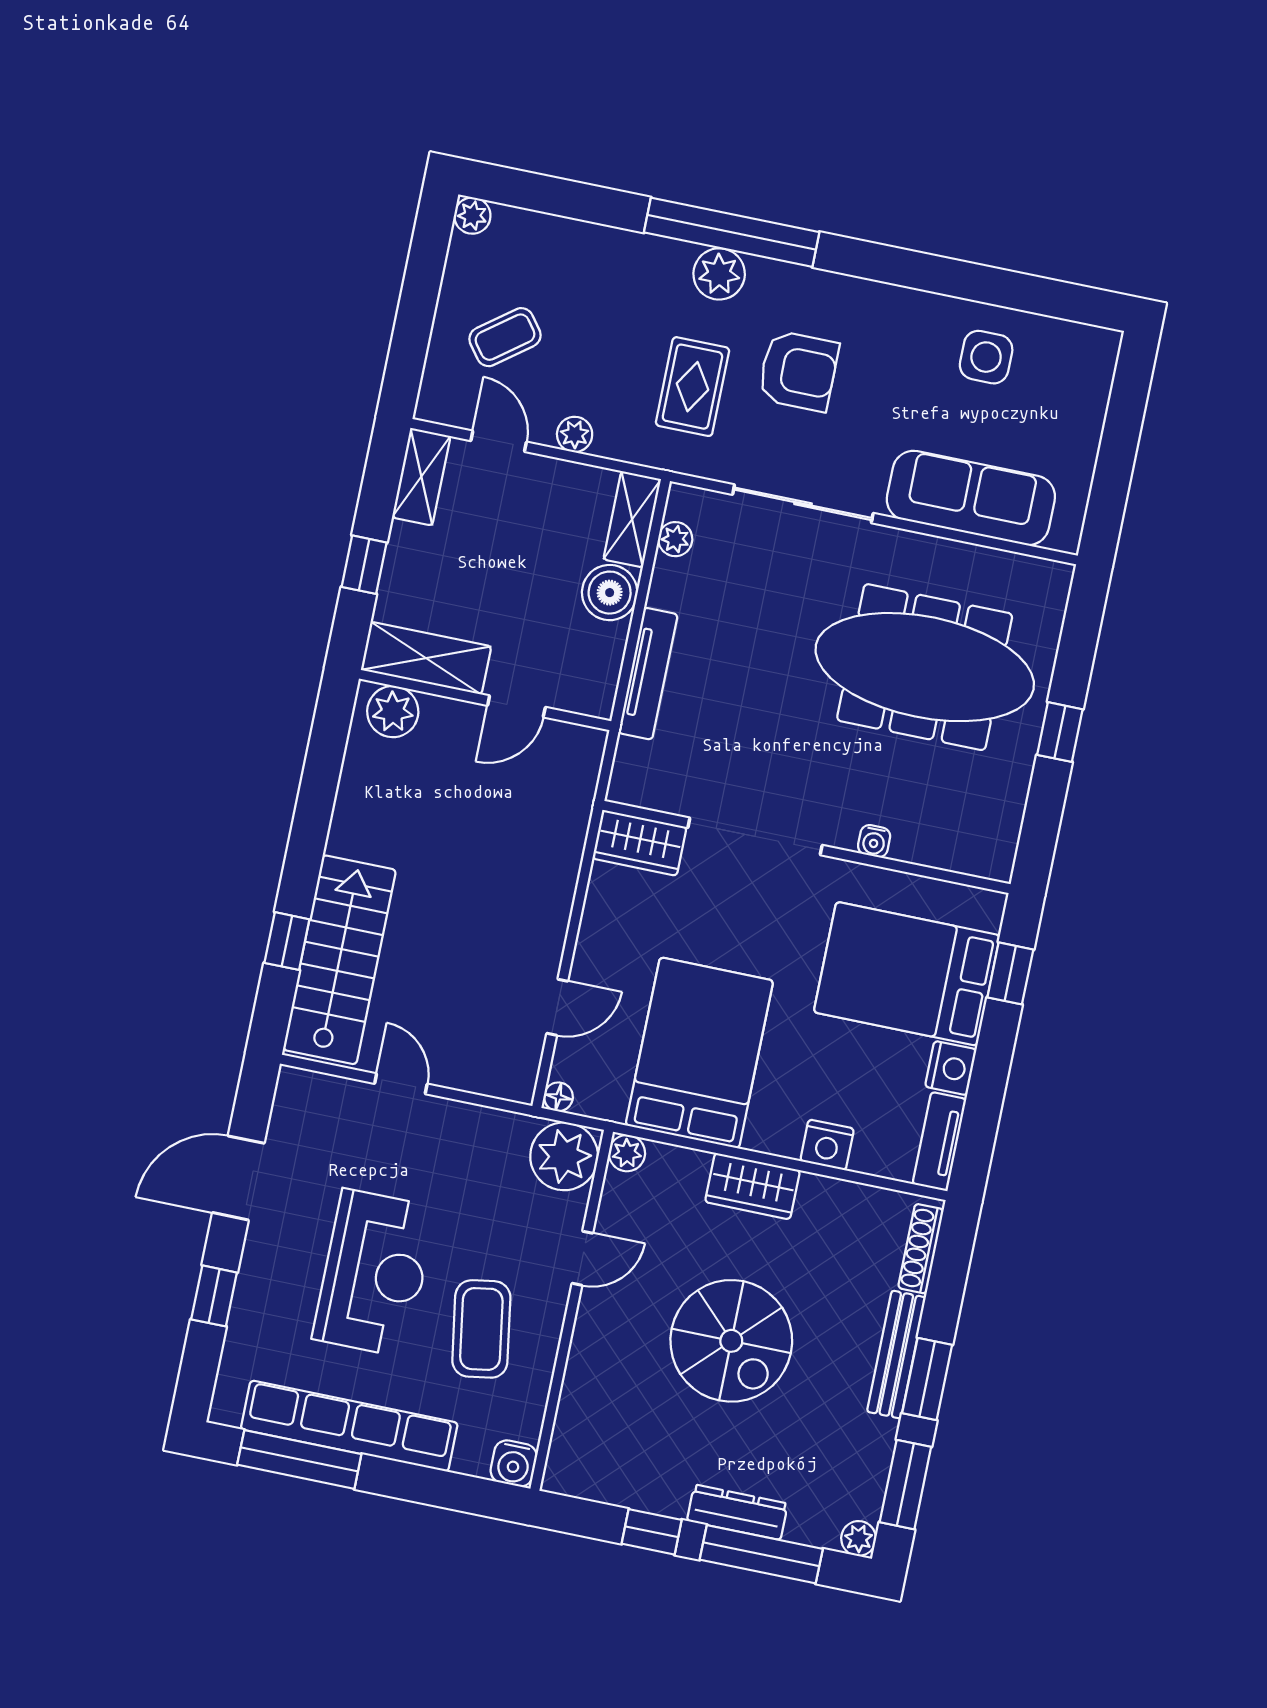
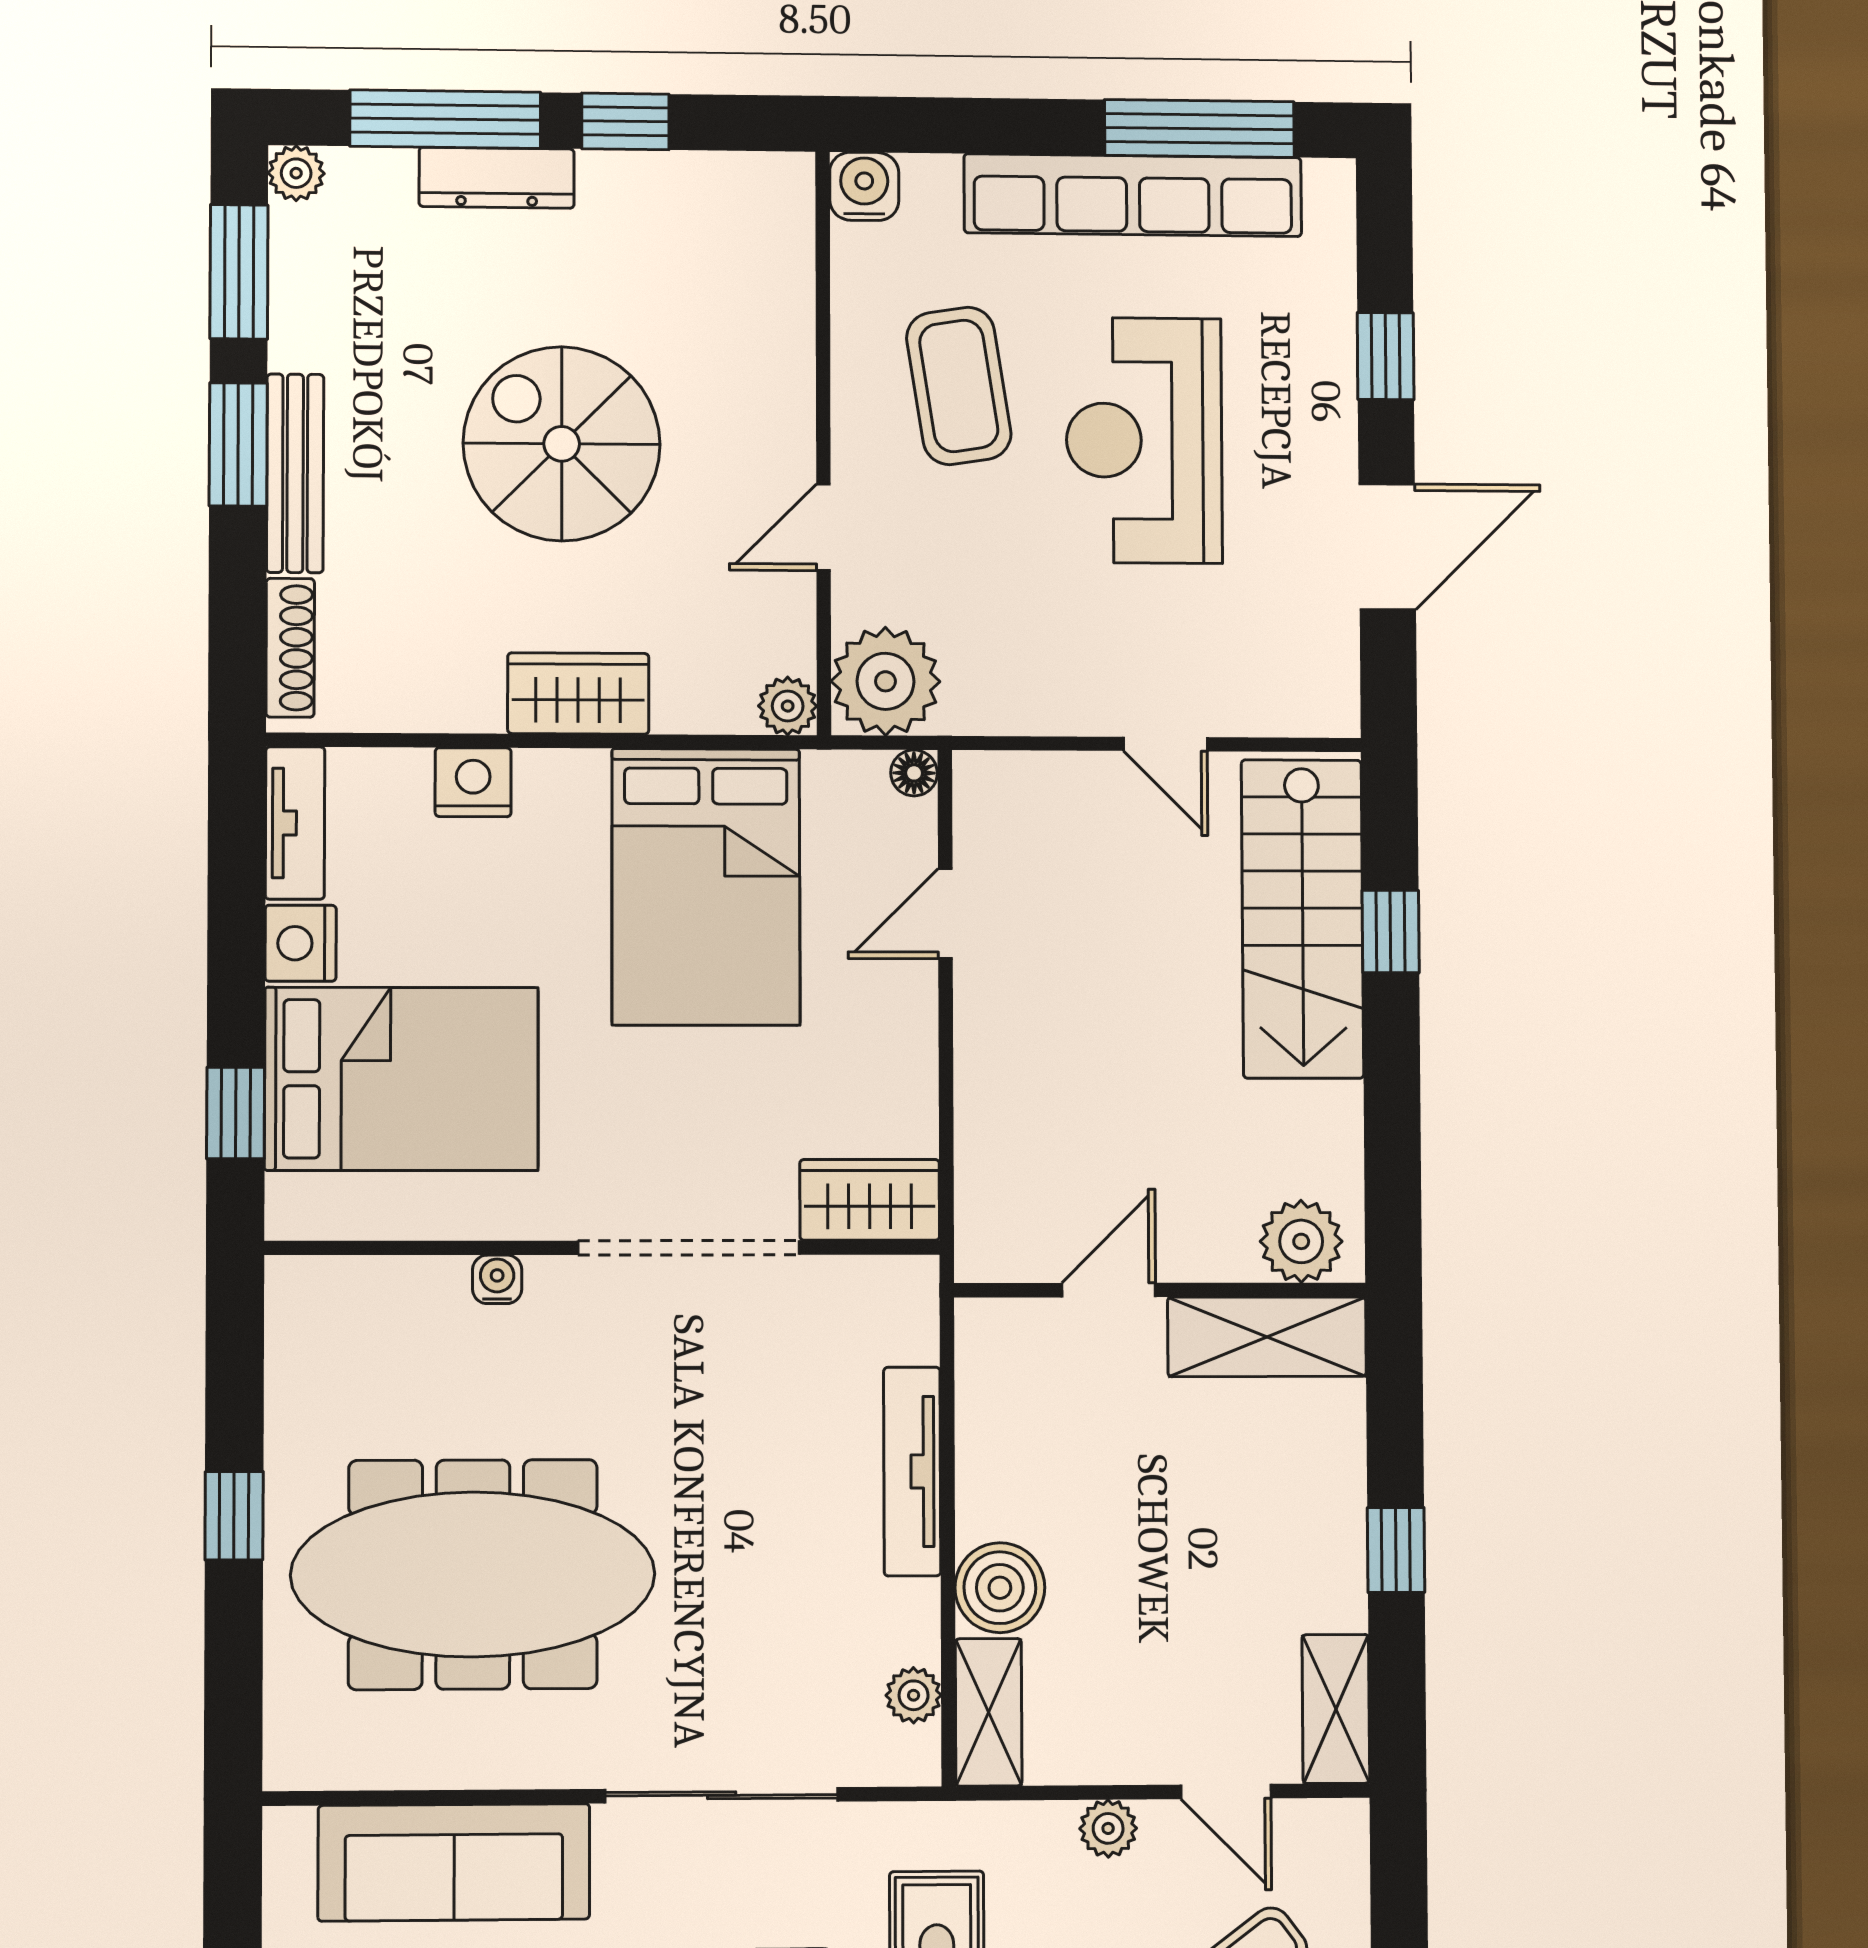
shelving: (426, 658) -> (1267, 1337), moved
wall: (485, 700) -> (1160, 1290), moved
door: (516, 706) -> (1109, 1290), moved
plant: (393, 712) -> (1301, 1241), moved

